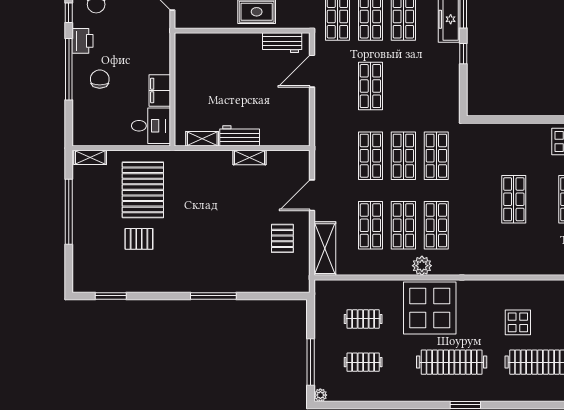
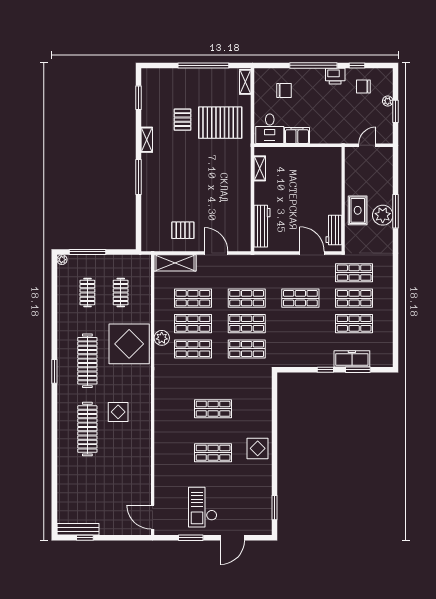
chair: (100, 79) -> (284, 91), moved
workbench: (240, 136) -> (262, 226), moved, width x1.37
shelving: (250, 158) -> (147, 140), moved

